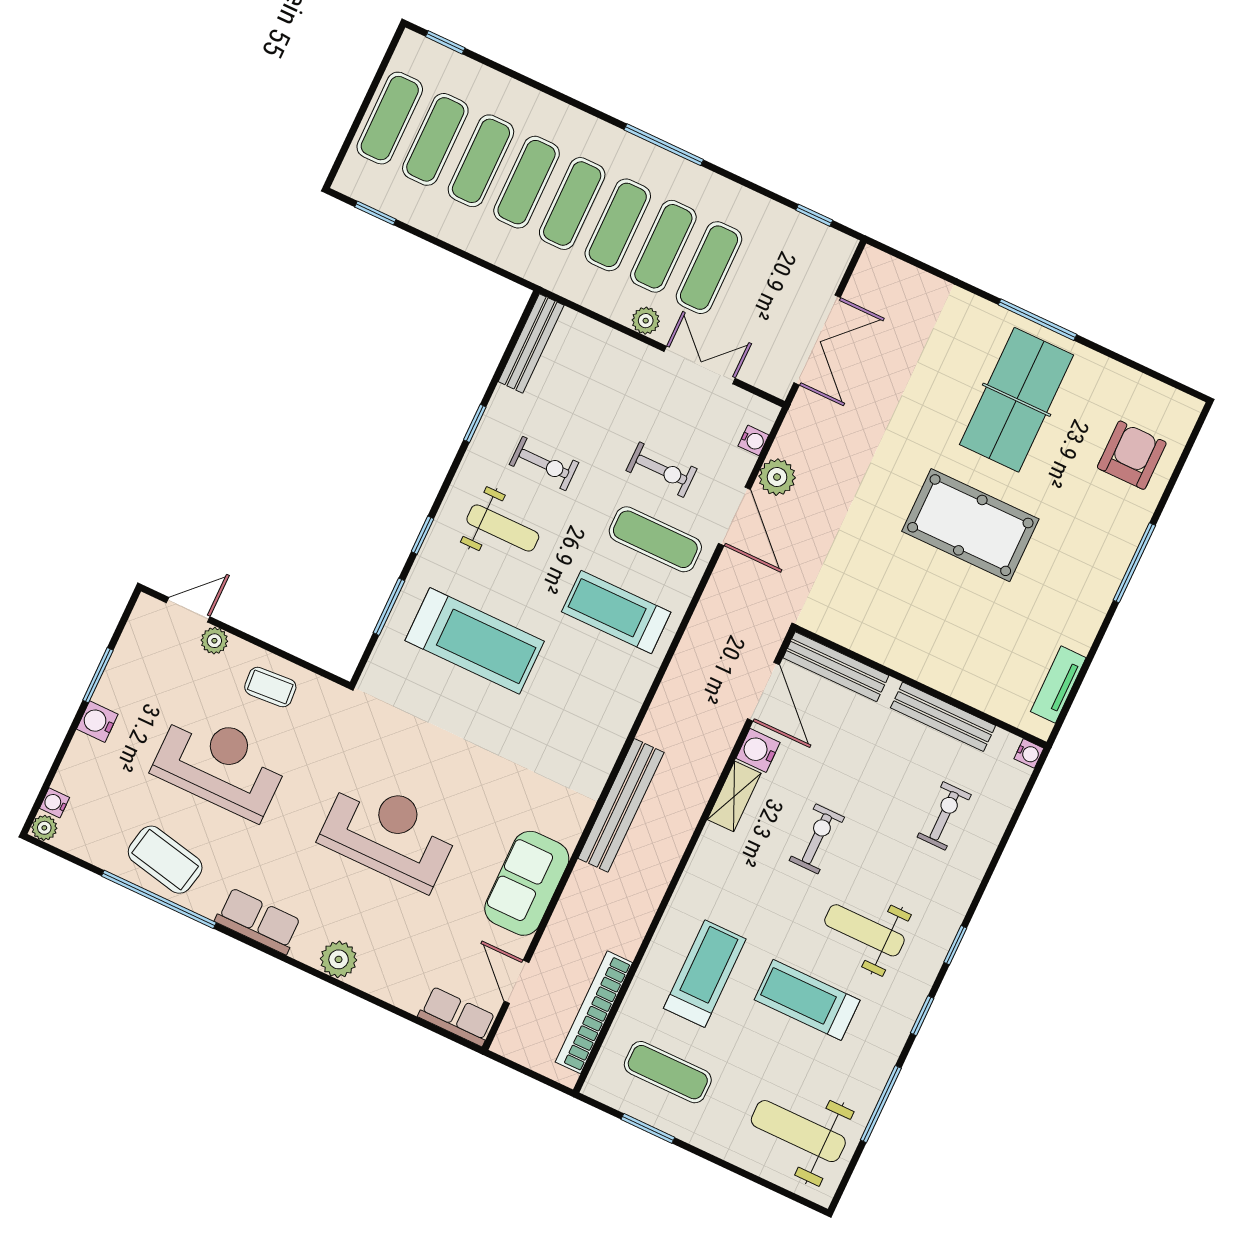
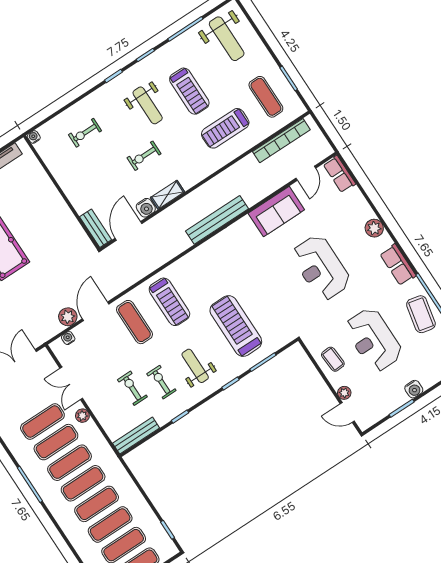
exercise bike: (661, 470) -> (132, 388), moved
bench: (836, 667) -> (96, 228), width x0.73
bench: (943, 717) -> (60, 174), removed

